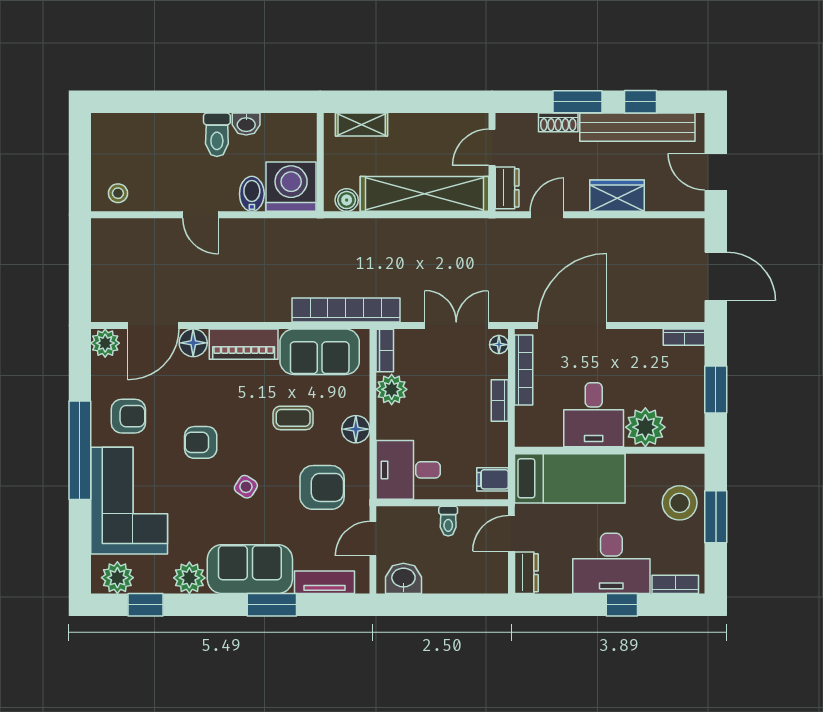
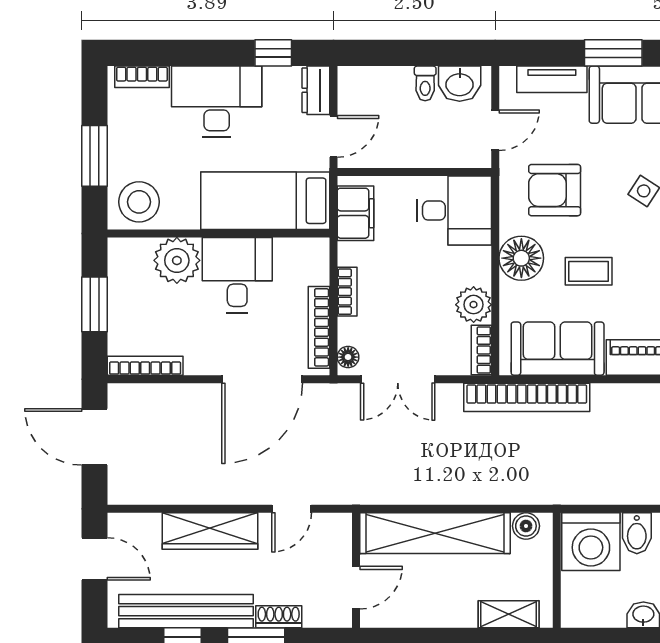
dresser: (507, 188) -> (338, 540), removed
wardrobe: (617, 196) -> (210, 531), width x1.50
bookcase: (684, 337) -> (145, 366), width x1.56
floor lamp: (356, 429) -> (521, 258), width x1.38, depth x1.38
filing cabinet: (492, 479) -> (356, 213), width x2.00
stool: (680, 503) -> (139, 202), moved
toilet: (448, 521) -> (425, 83), moved, turned 180
window: (622, 605) -> (273, 53), moved

